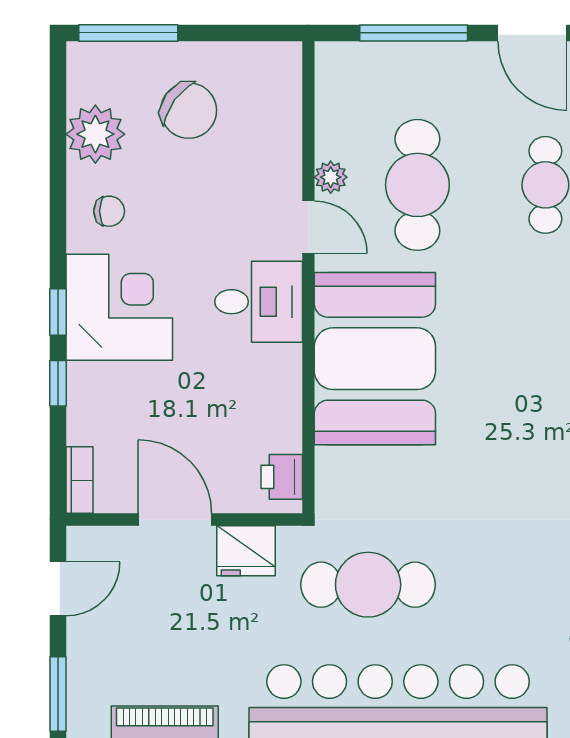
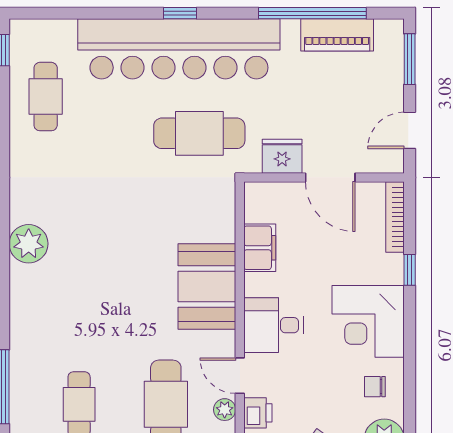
window: (58, 312) -> (410, 318), removed
booth: (375, 359) -> (207, 287), width x0.73, depth x0.70
filing cabinet: (279, 416) -> (260, 248), added
printer: (282, 477) -> (258, 413), moved
bookcase: (79, 480) -> (395, 217), width x1.56

